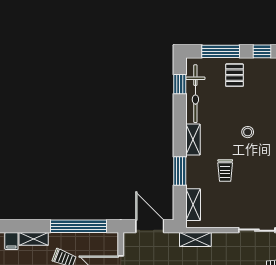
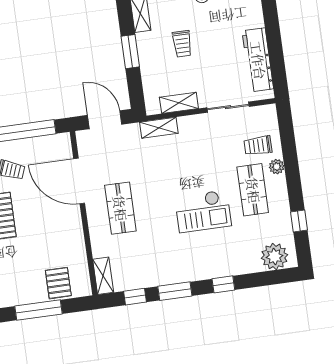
shelving: (193, 205) -> (179, 103), moved, turned 90

